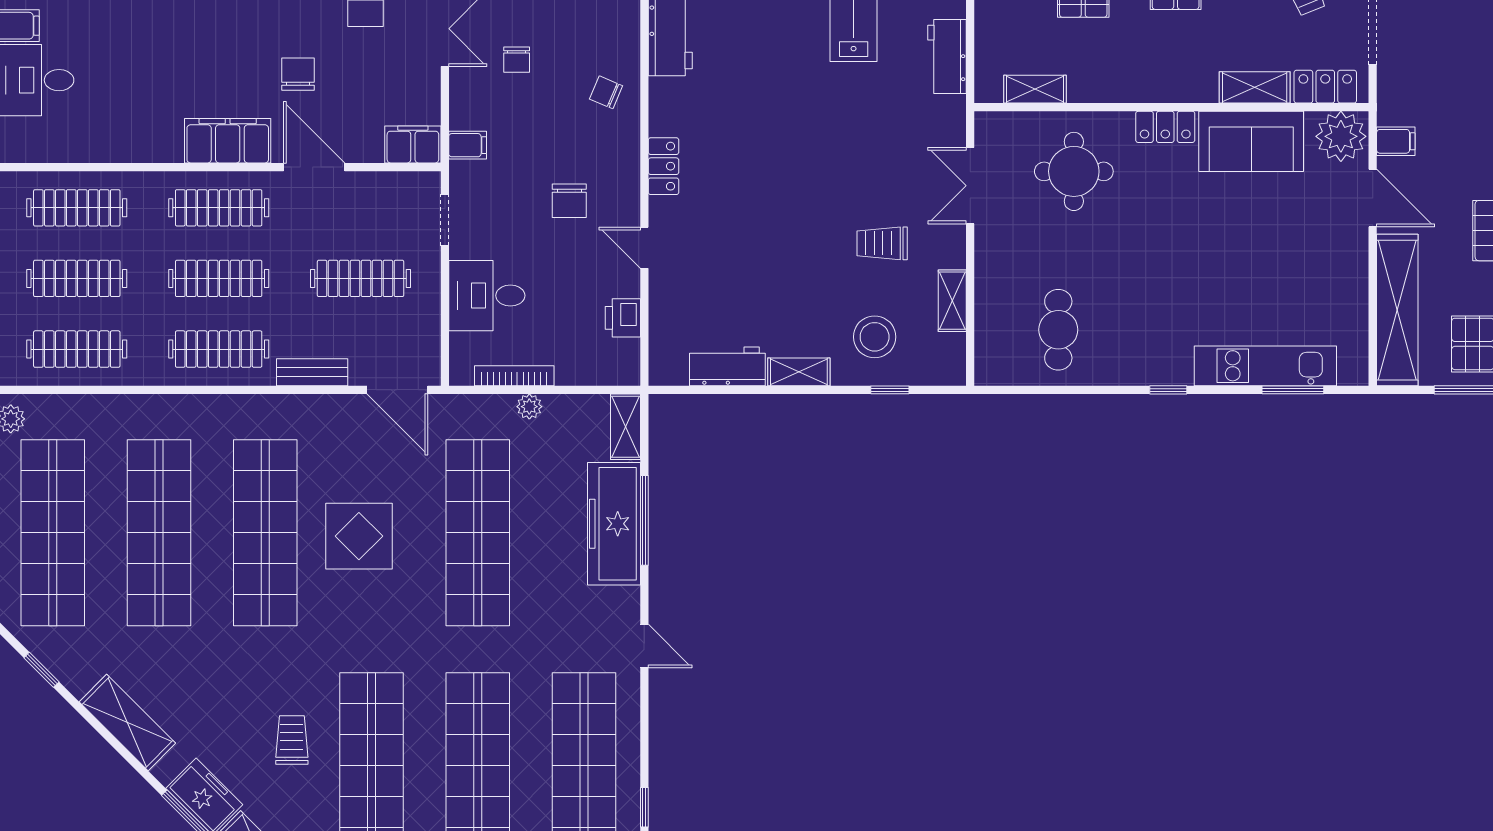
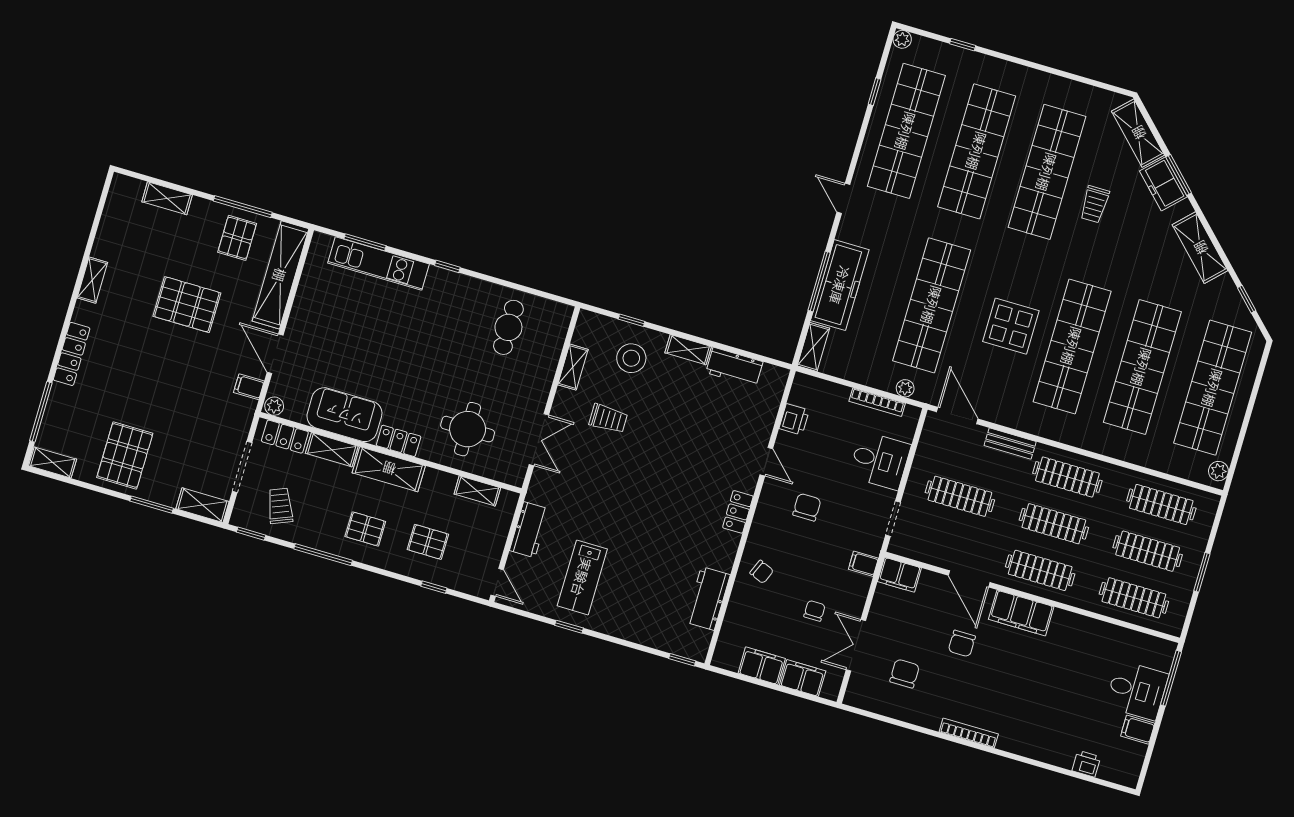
shelving: (1167, 83) -> (389, 469), added
plant: (1341, 136) -> (274, 406), width x0.53, depth x0.53
plant: (529, 407) -> (905, 388), moved

